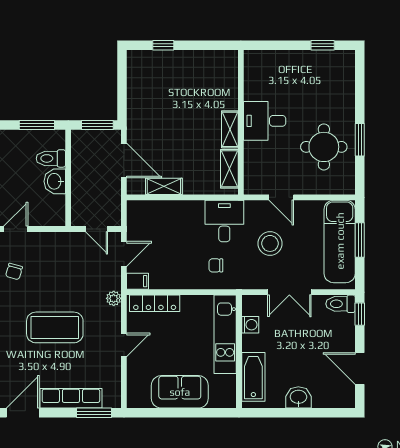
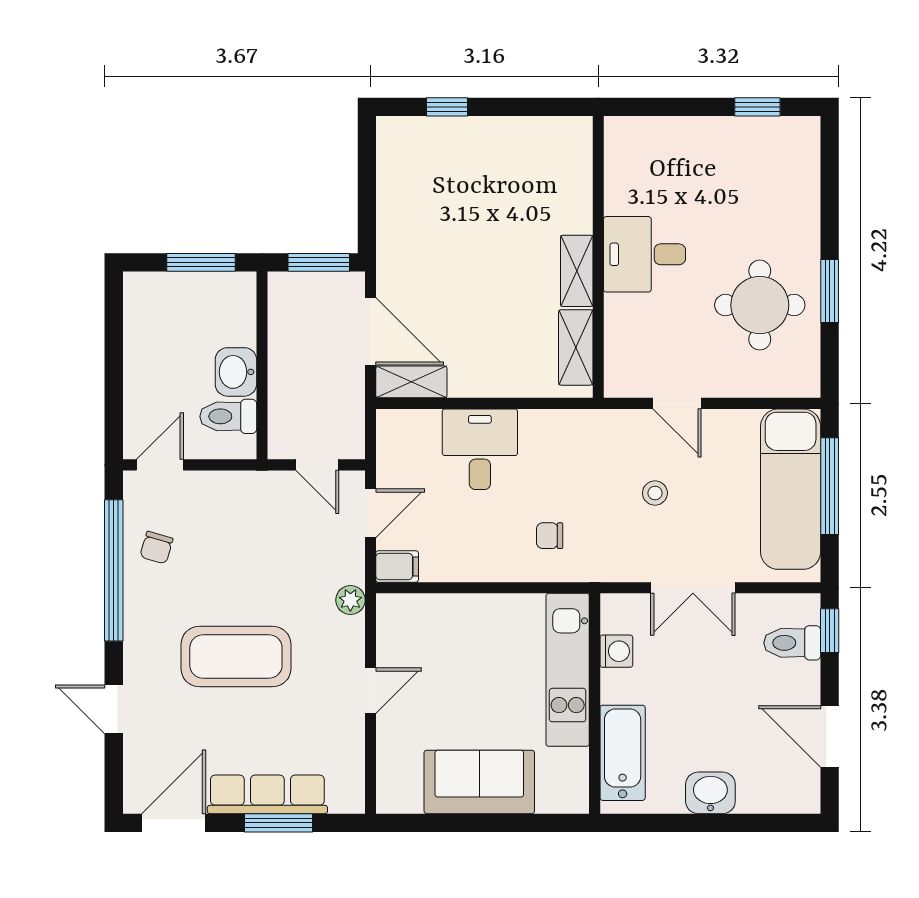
toilet: (51, 158) -> (228, 416), moved
shelving: (164, 186) -> (411, 382), moved
desk: (224, 221) -> (480, 449), moved
window: (360, 240) -> (830, 486), width x1.44
stool: (270, 243) -> (655, 493), width x0.53, depth x0.53
locker: (155, 303) -> (430, 609), removed
toilet: (340, 304) -> (792, 643), moved
window: (94, 413) -> (279, 823), moved

